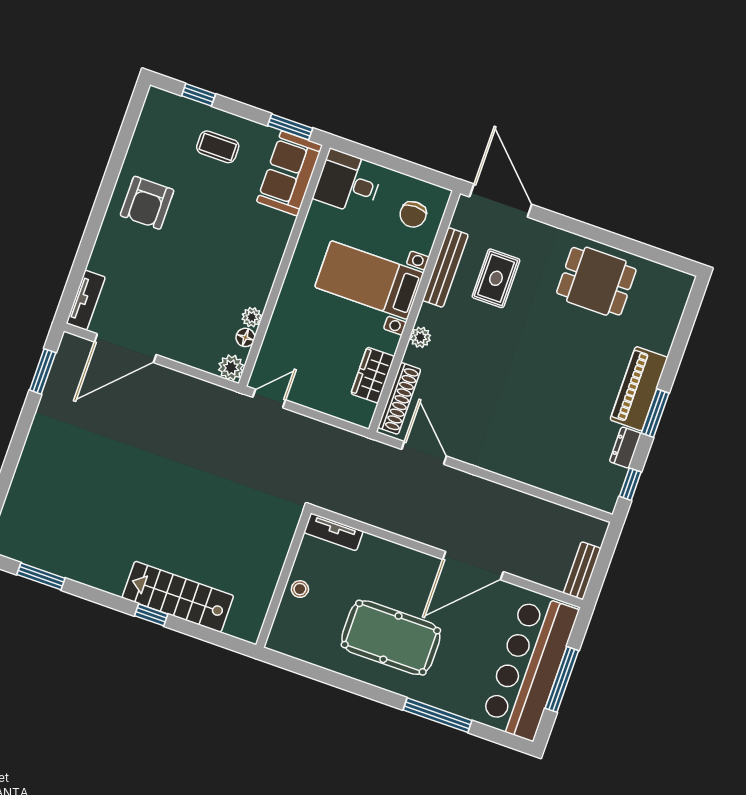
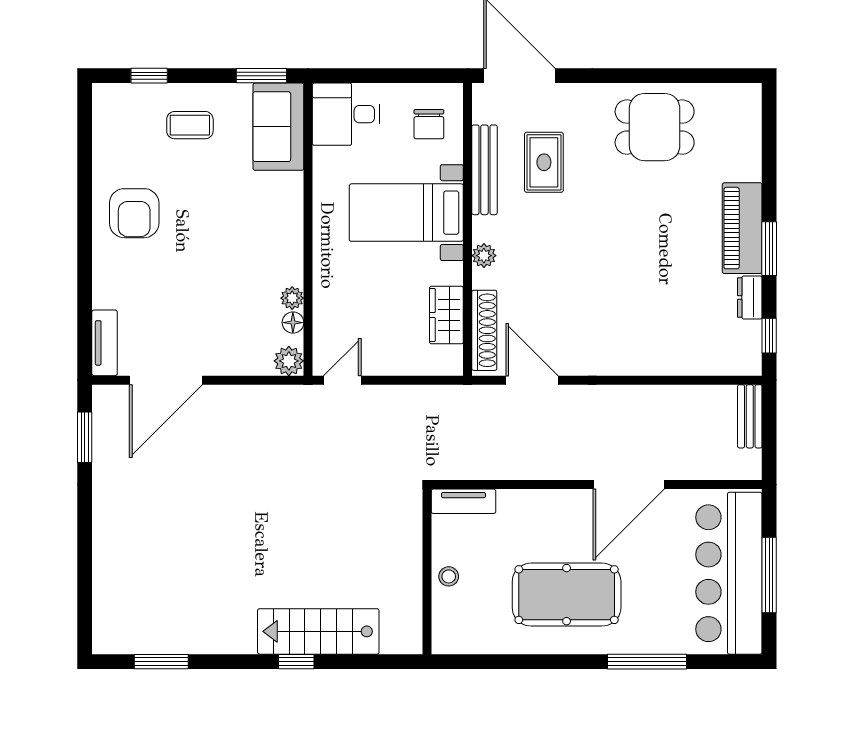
bench: (582, 571) -> (750, 416), moved

